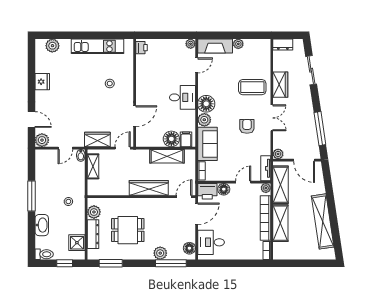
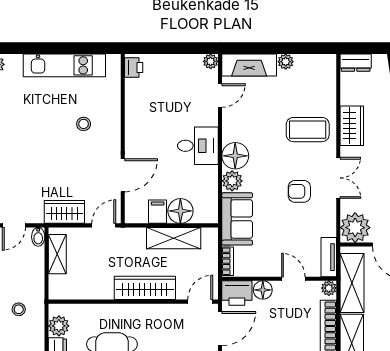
armchair: (247, 126) -> (299, 191), turned -90
filing cabinet: (186, 139) -> (158, 212), moved
plant: (278, 154) -> (355, 228), width x1.88, depth x1.88
door: (243, 182) -> (293, 279), hinge flipped

